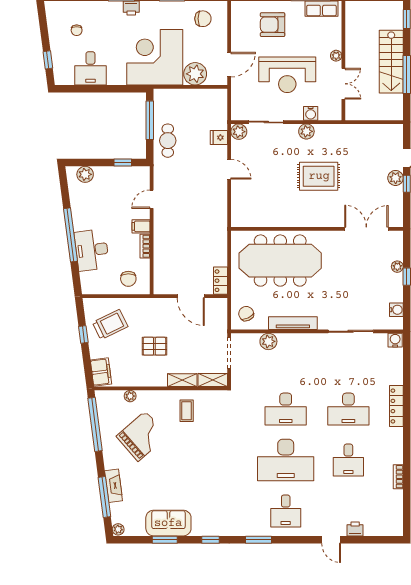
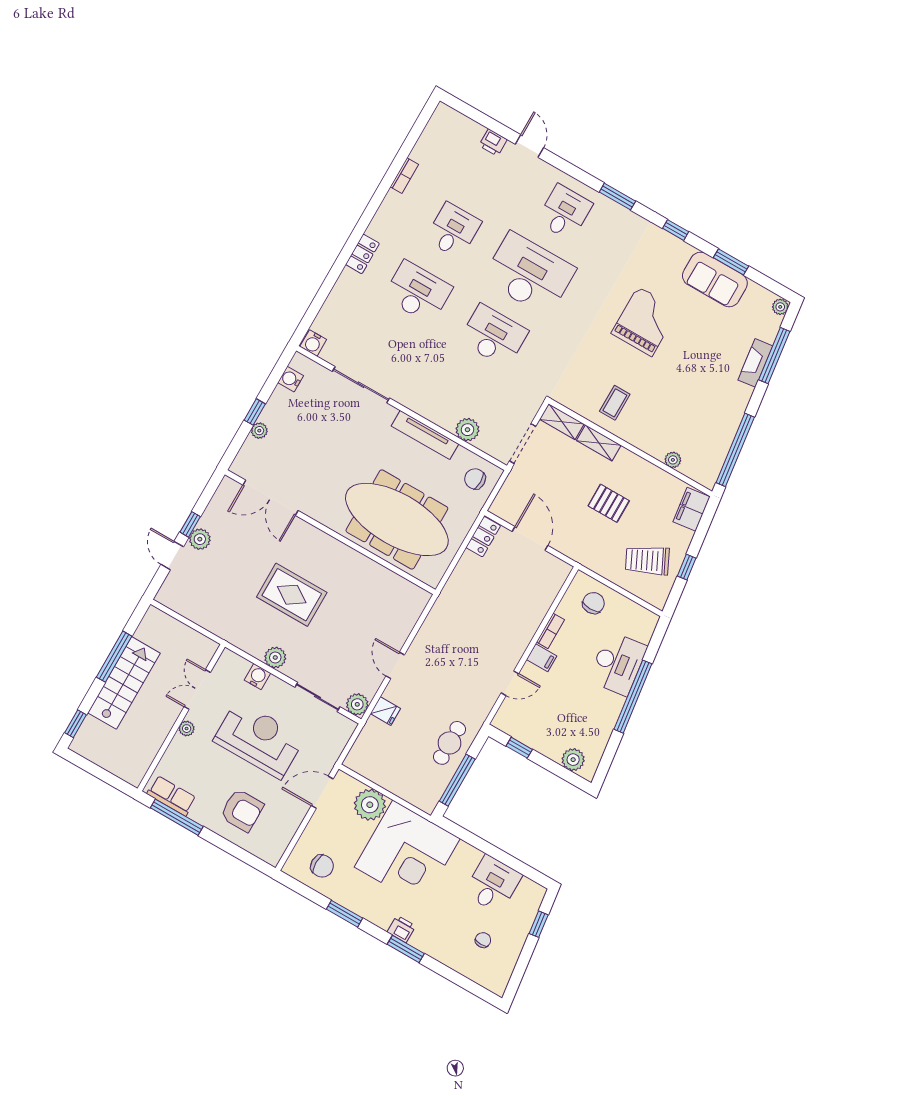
chair: (203, 19) -> (322, 866), turned 180
chair: (246, 314) -> (475, 479), turned 115
locker: (396, 406) -> (362, 254), width x0.66
grand piano: (142, 436) -> (645, 321), moved, turned 131

